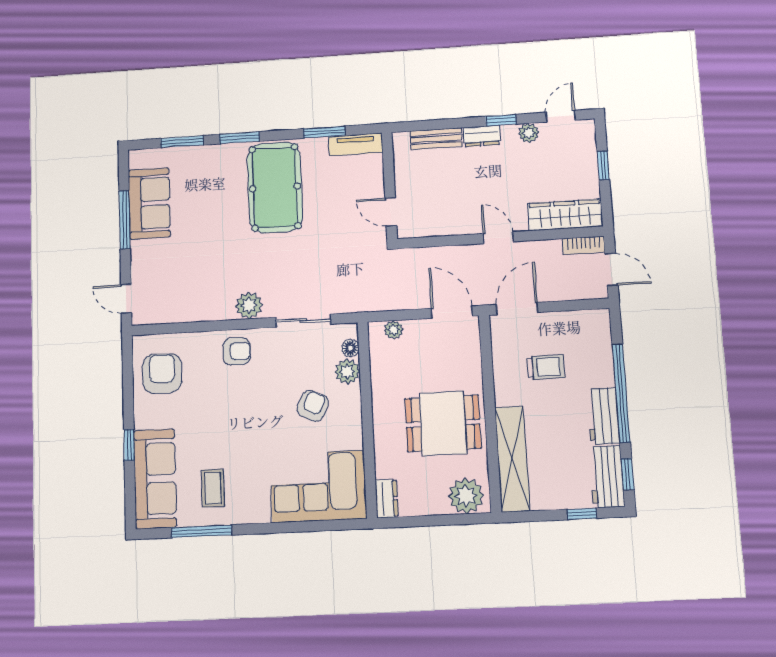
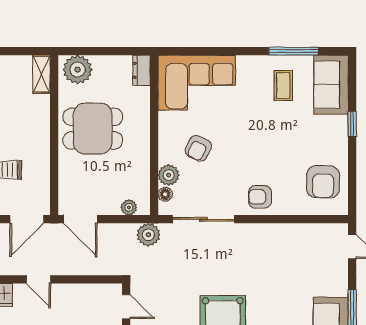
plant: (249, 305) -> (148, 235), moved
sliding door: (303, 321) -> (203, 219), width x1.37
shelving: (512, 459) -> (41, 74), width x0.45, depth x0.75
sofa: (155, 479) -> (331, 85), width x0.73

